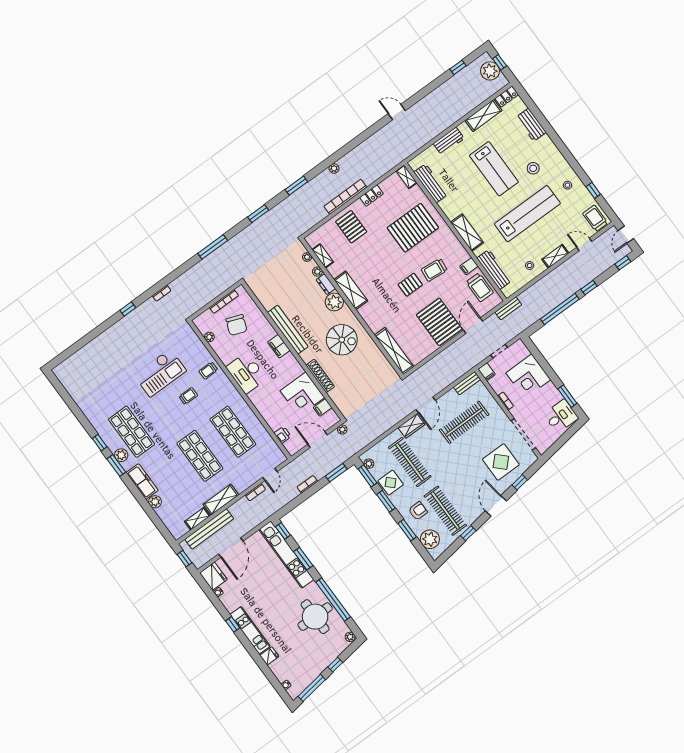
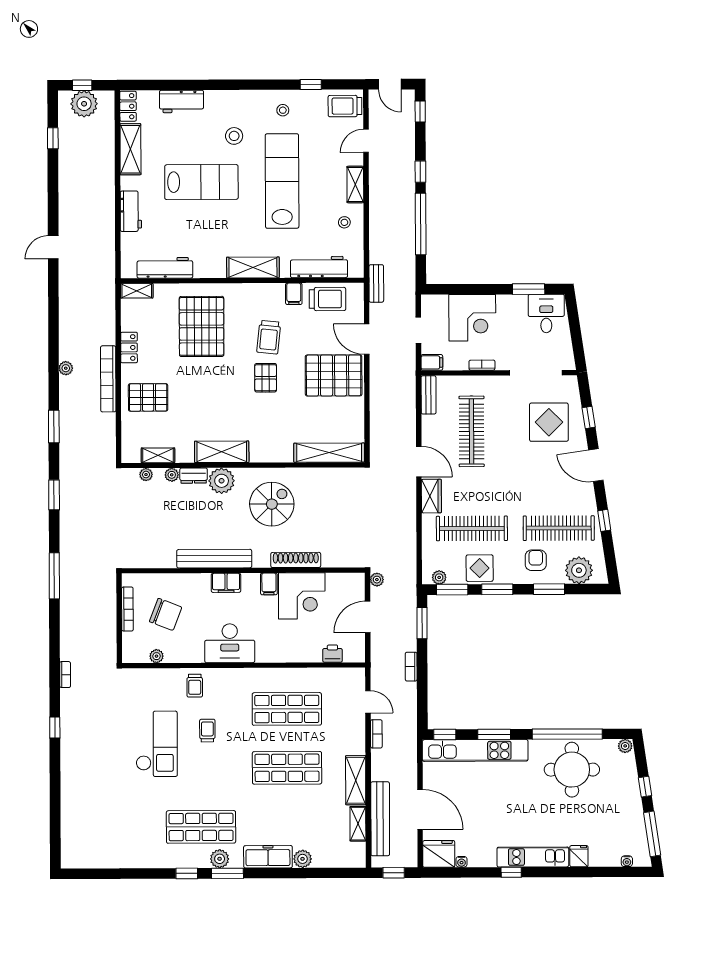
filing cabinet: (323, 407) -> (269, 584), moved

